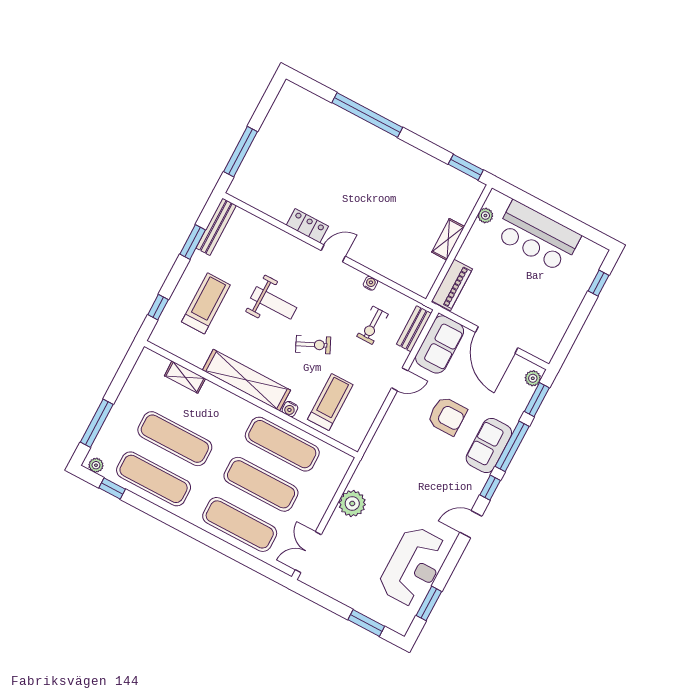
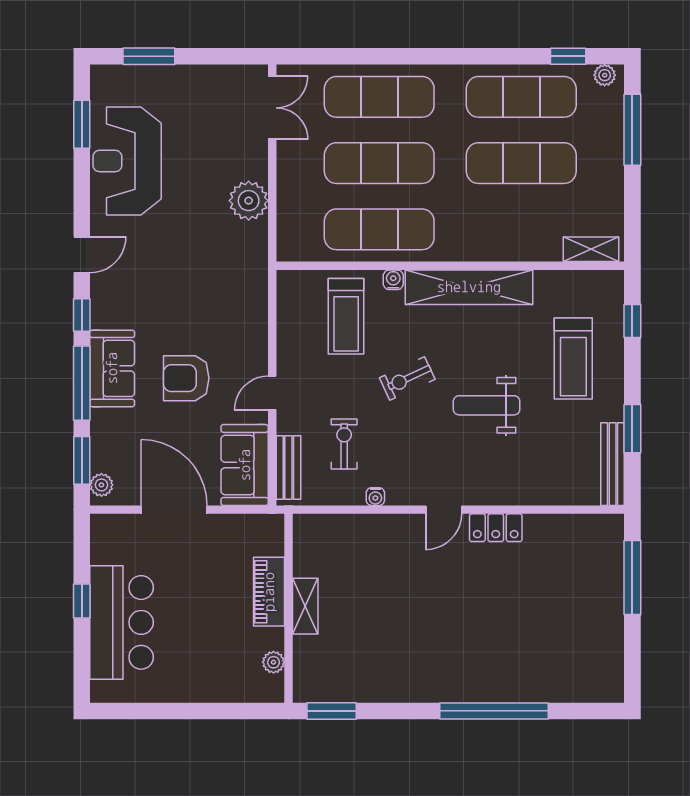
bar counter: (537, 236) -> (122, 622), moved, turned 90
window: (598, 283) -> (82, 601), moved
piano: (452, 285) -> (269, 592), moved
shelving: (185, 377) -> (591, 249), moved

